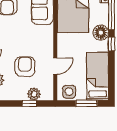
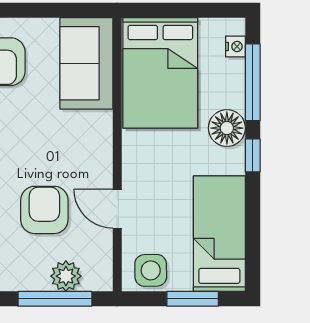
door: (55, 66) -> (117, 209), swing flipped
window: (29, 103) -> (55, 299), width x2.17

